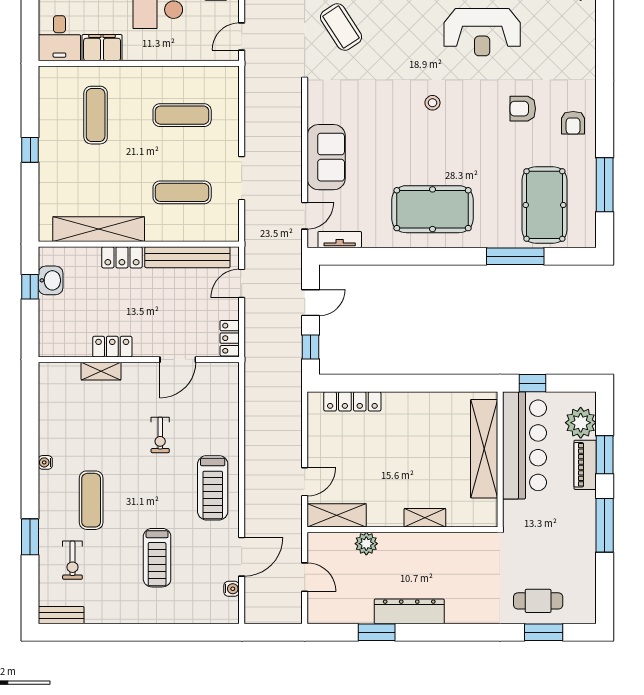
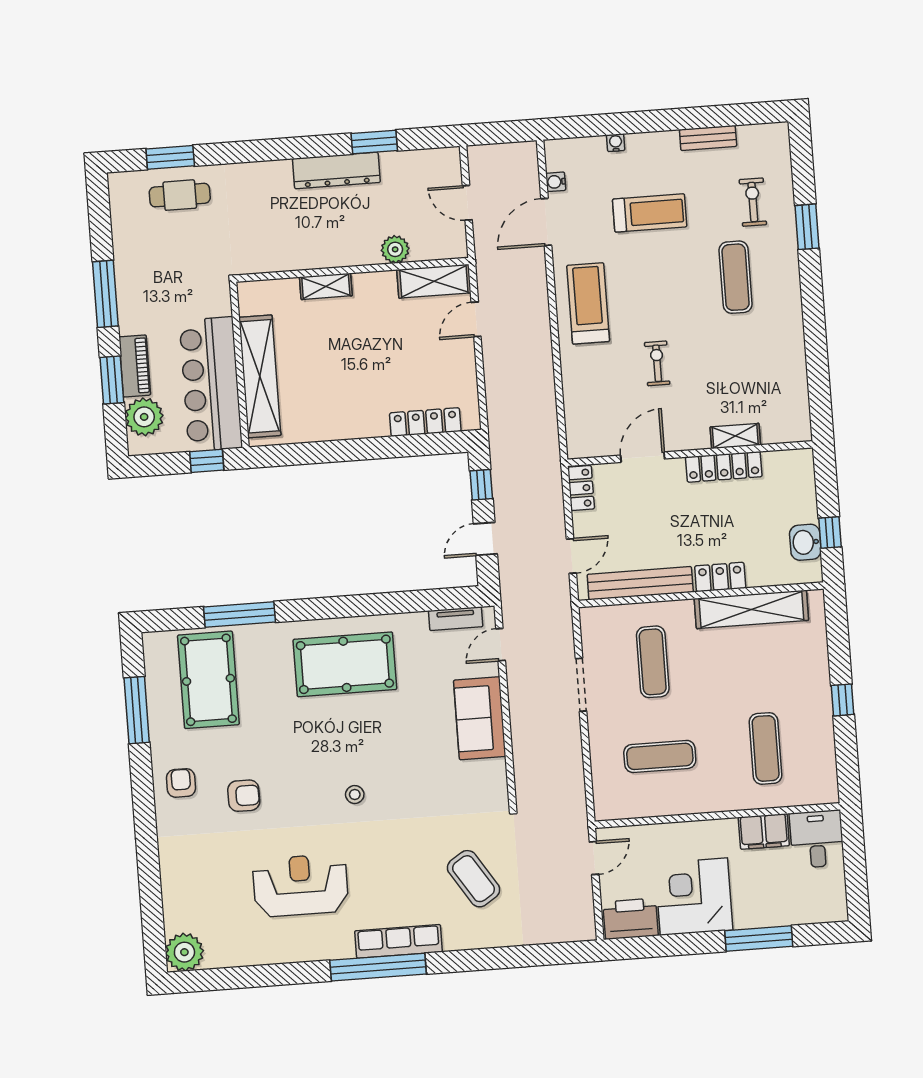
exercise mat: (182, 192) -> (653, 662), turned 90
locker: (112, 347) -> (724, 467), width x1.53
water cooler: (45, 462) -> (616, 143), moved, turned -90
treadmill: (157, 558) -> (650, 213), turned 90
bench: (61, 615) -> (708, 138), moved

